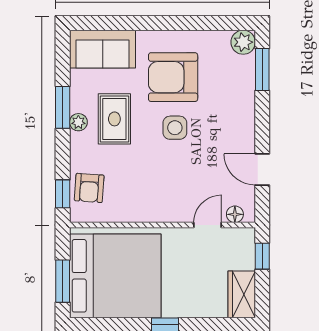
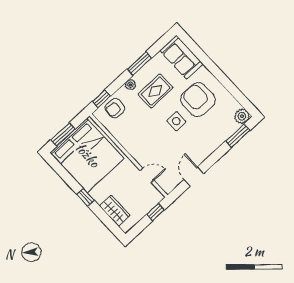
plant: (78, 122) -> (130, 85), moved
floor lamp: (235, 214) -> (163, 183), removed
wardrobe: (242, 294) -> (115, 211), moved, turned 90

